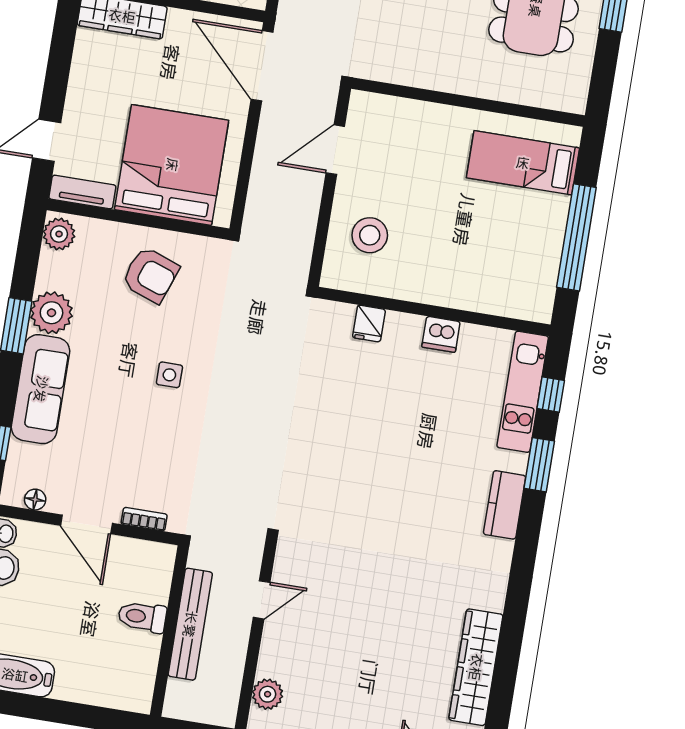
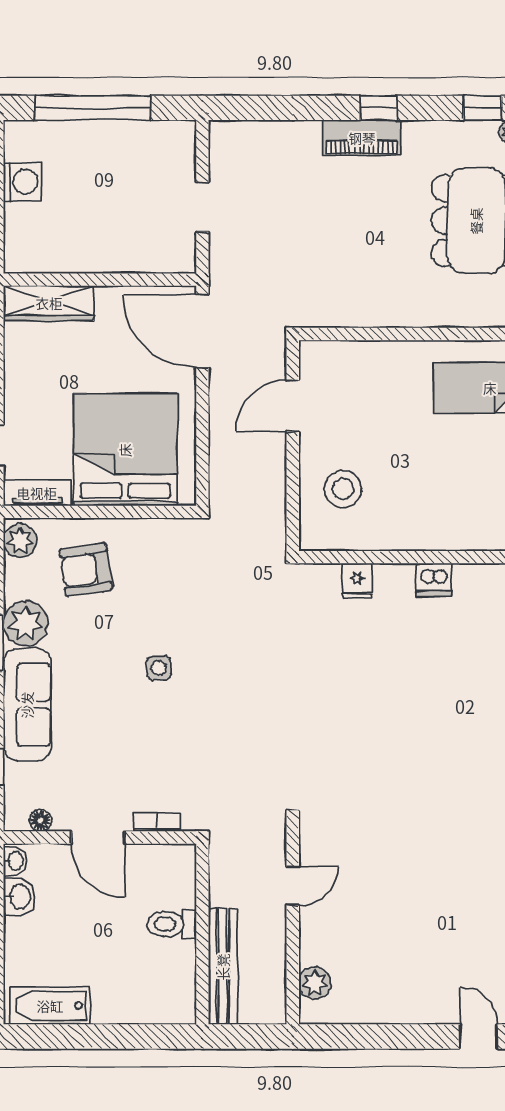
armchair: (150, 275) -> (86, 570), moved, turned 152
bench: (190, 624) -> (223, 967), moved

